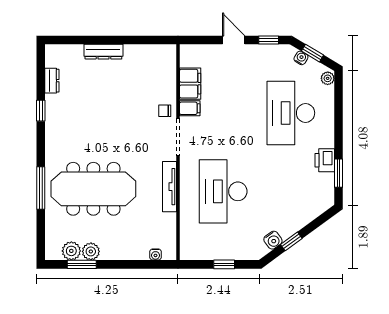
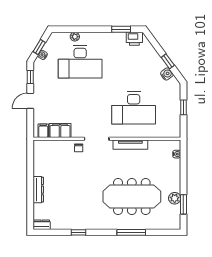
plant: (328, 78) -> (75, 37), moved
dresser: (52, 81) -> (42, 225), moved
filing cabinet: (190, 108) -> (43, 131), moved
printer: (325, 160) -> (134, 39), moved
meeting table: (93, 189) -> (132, 196), turned 90
plant: (71, 251) -> (174, 212), removed

